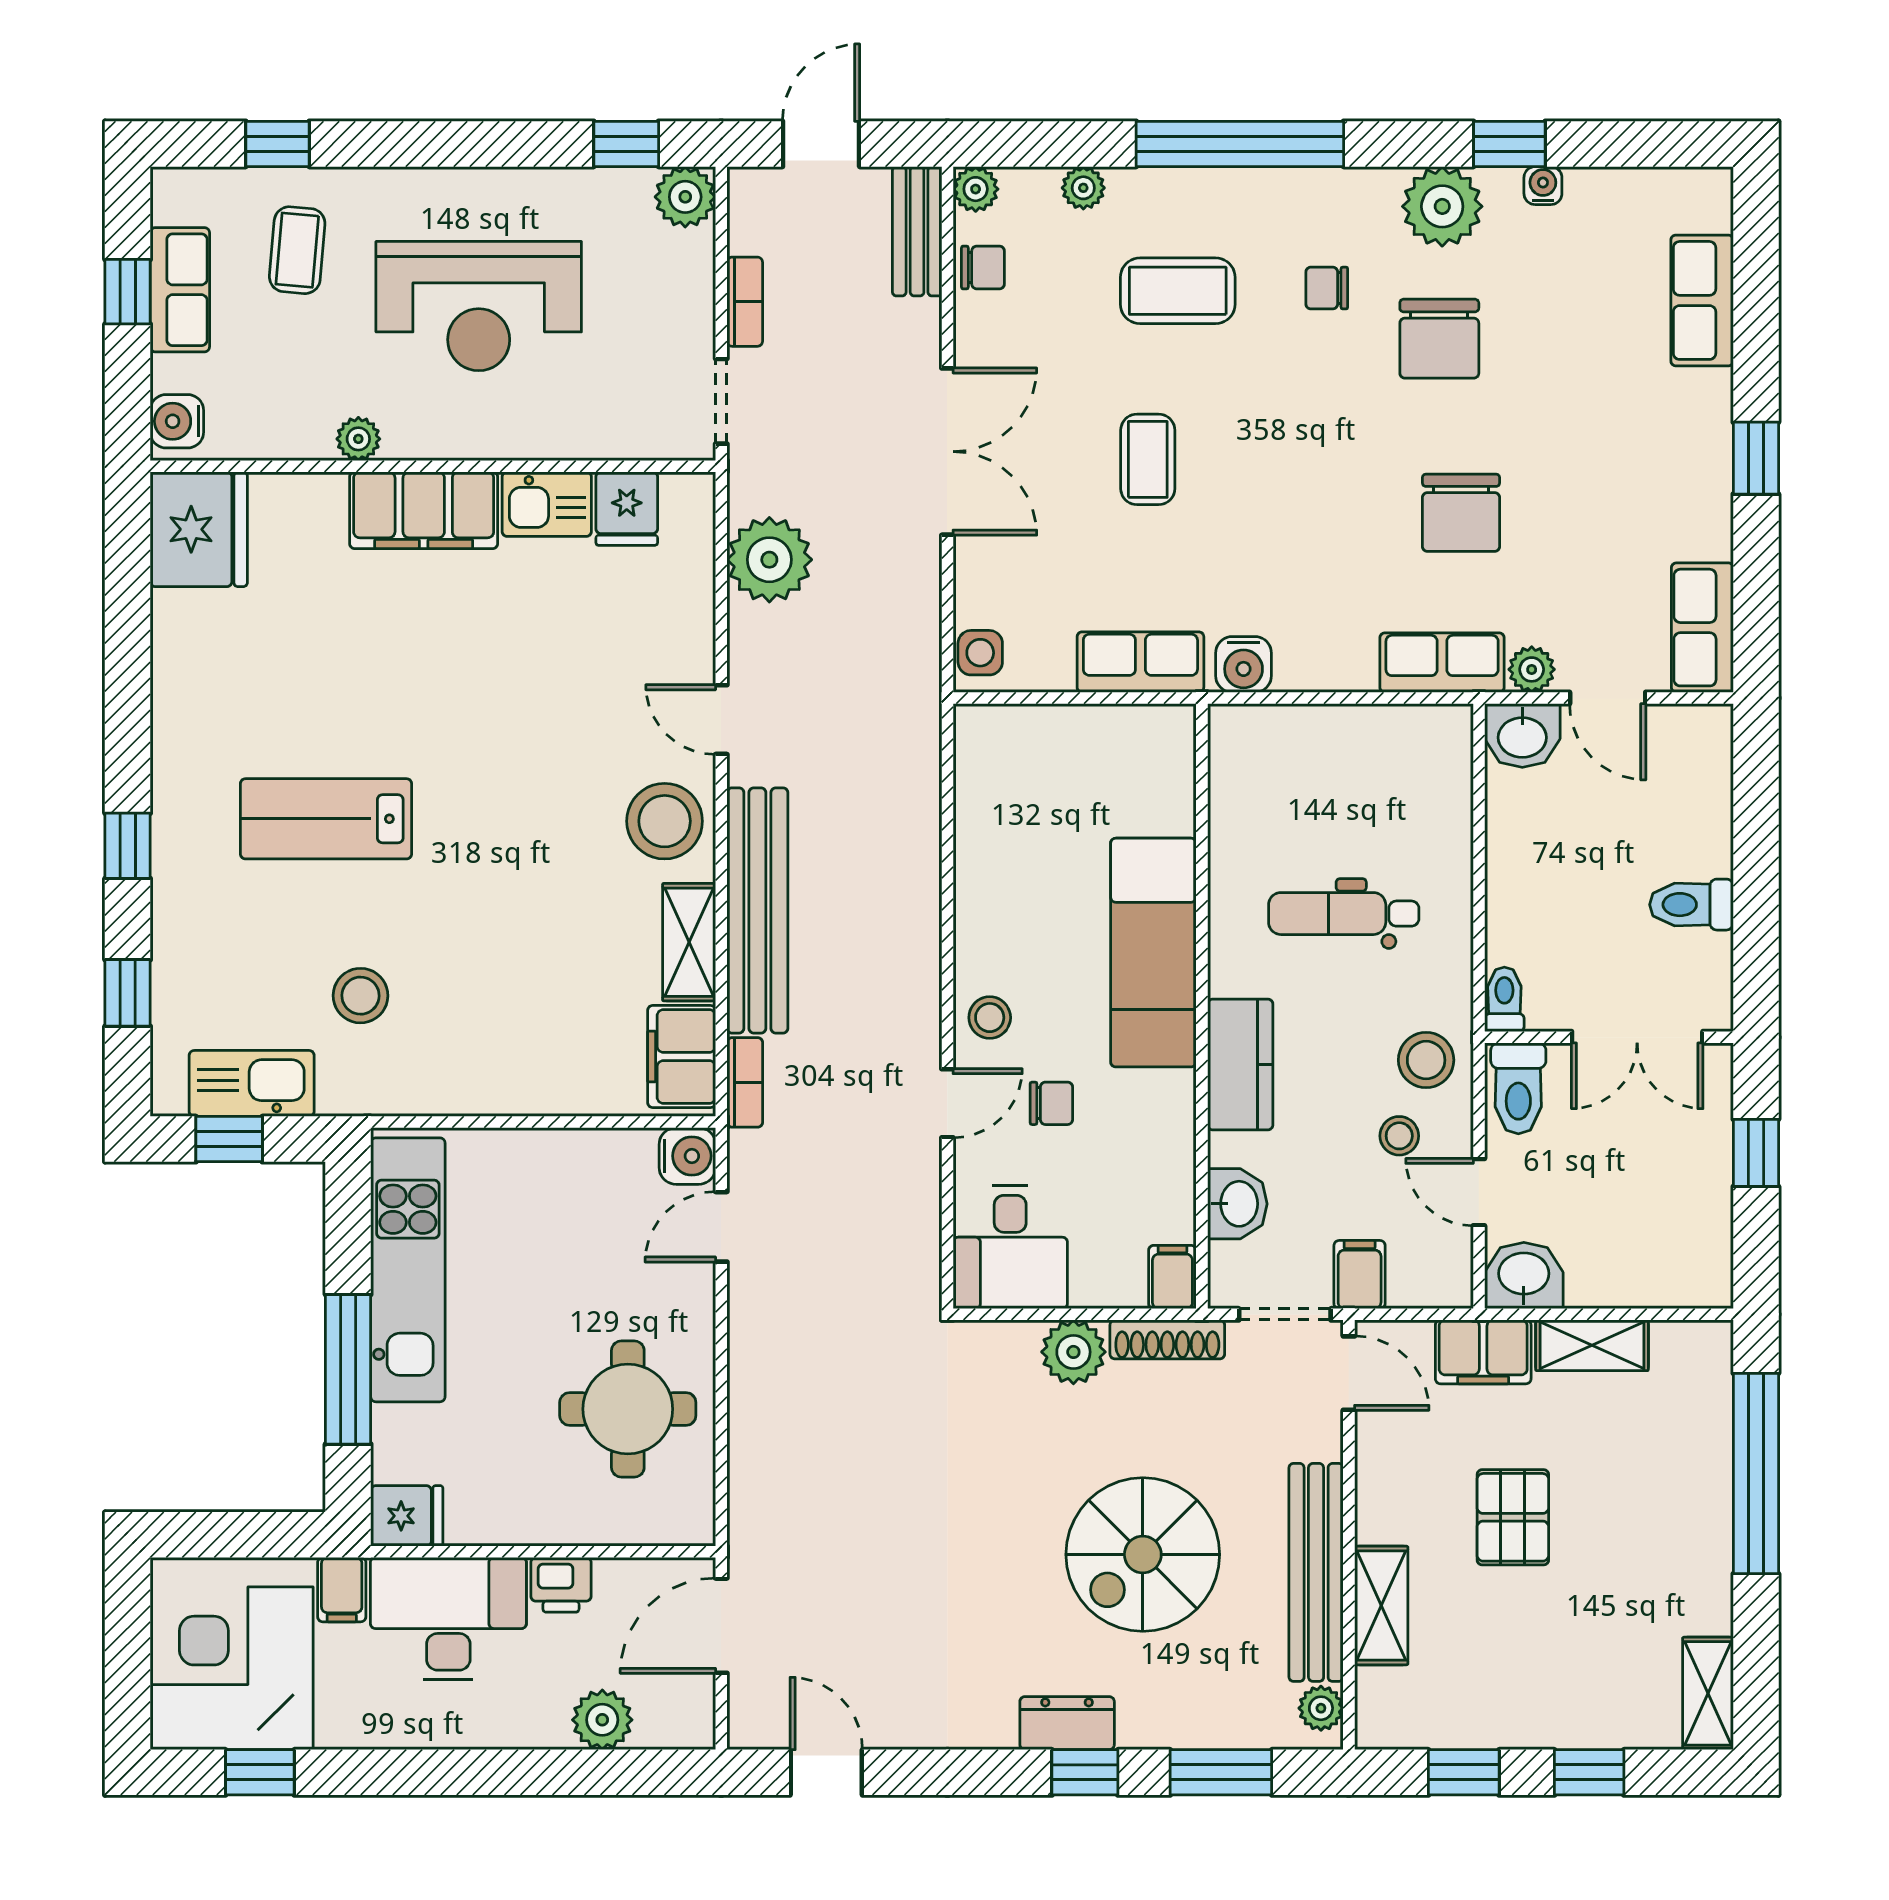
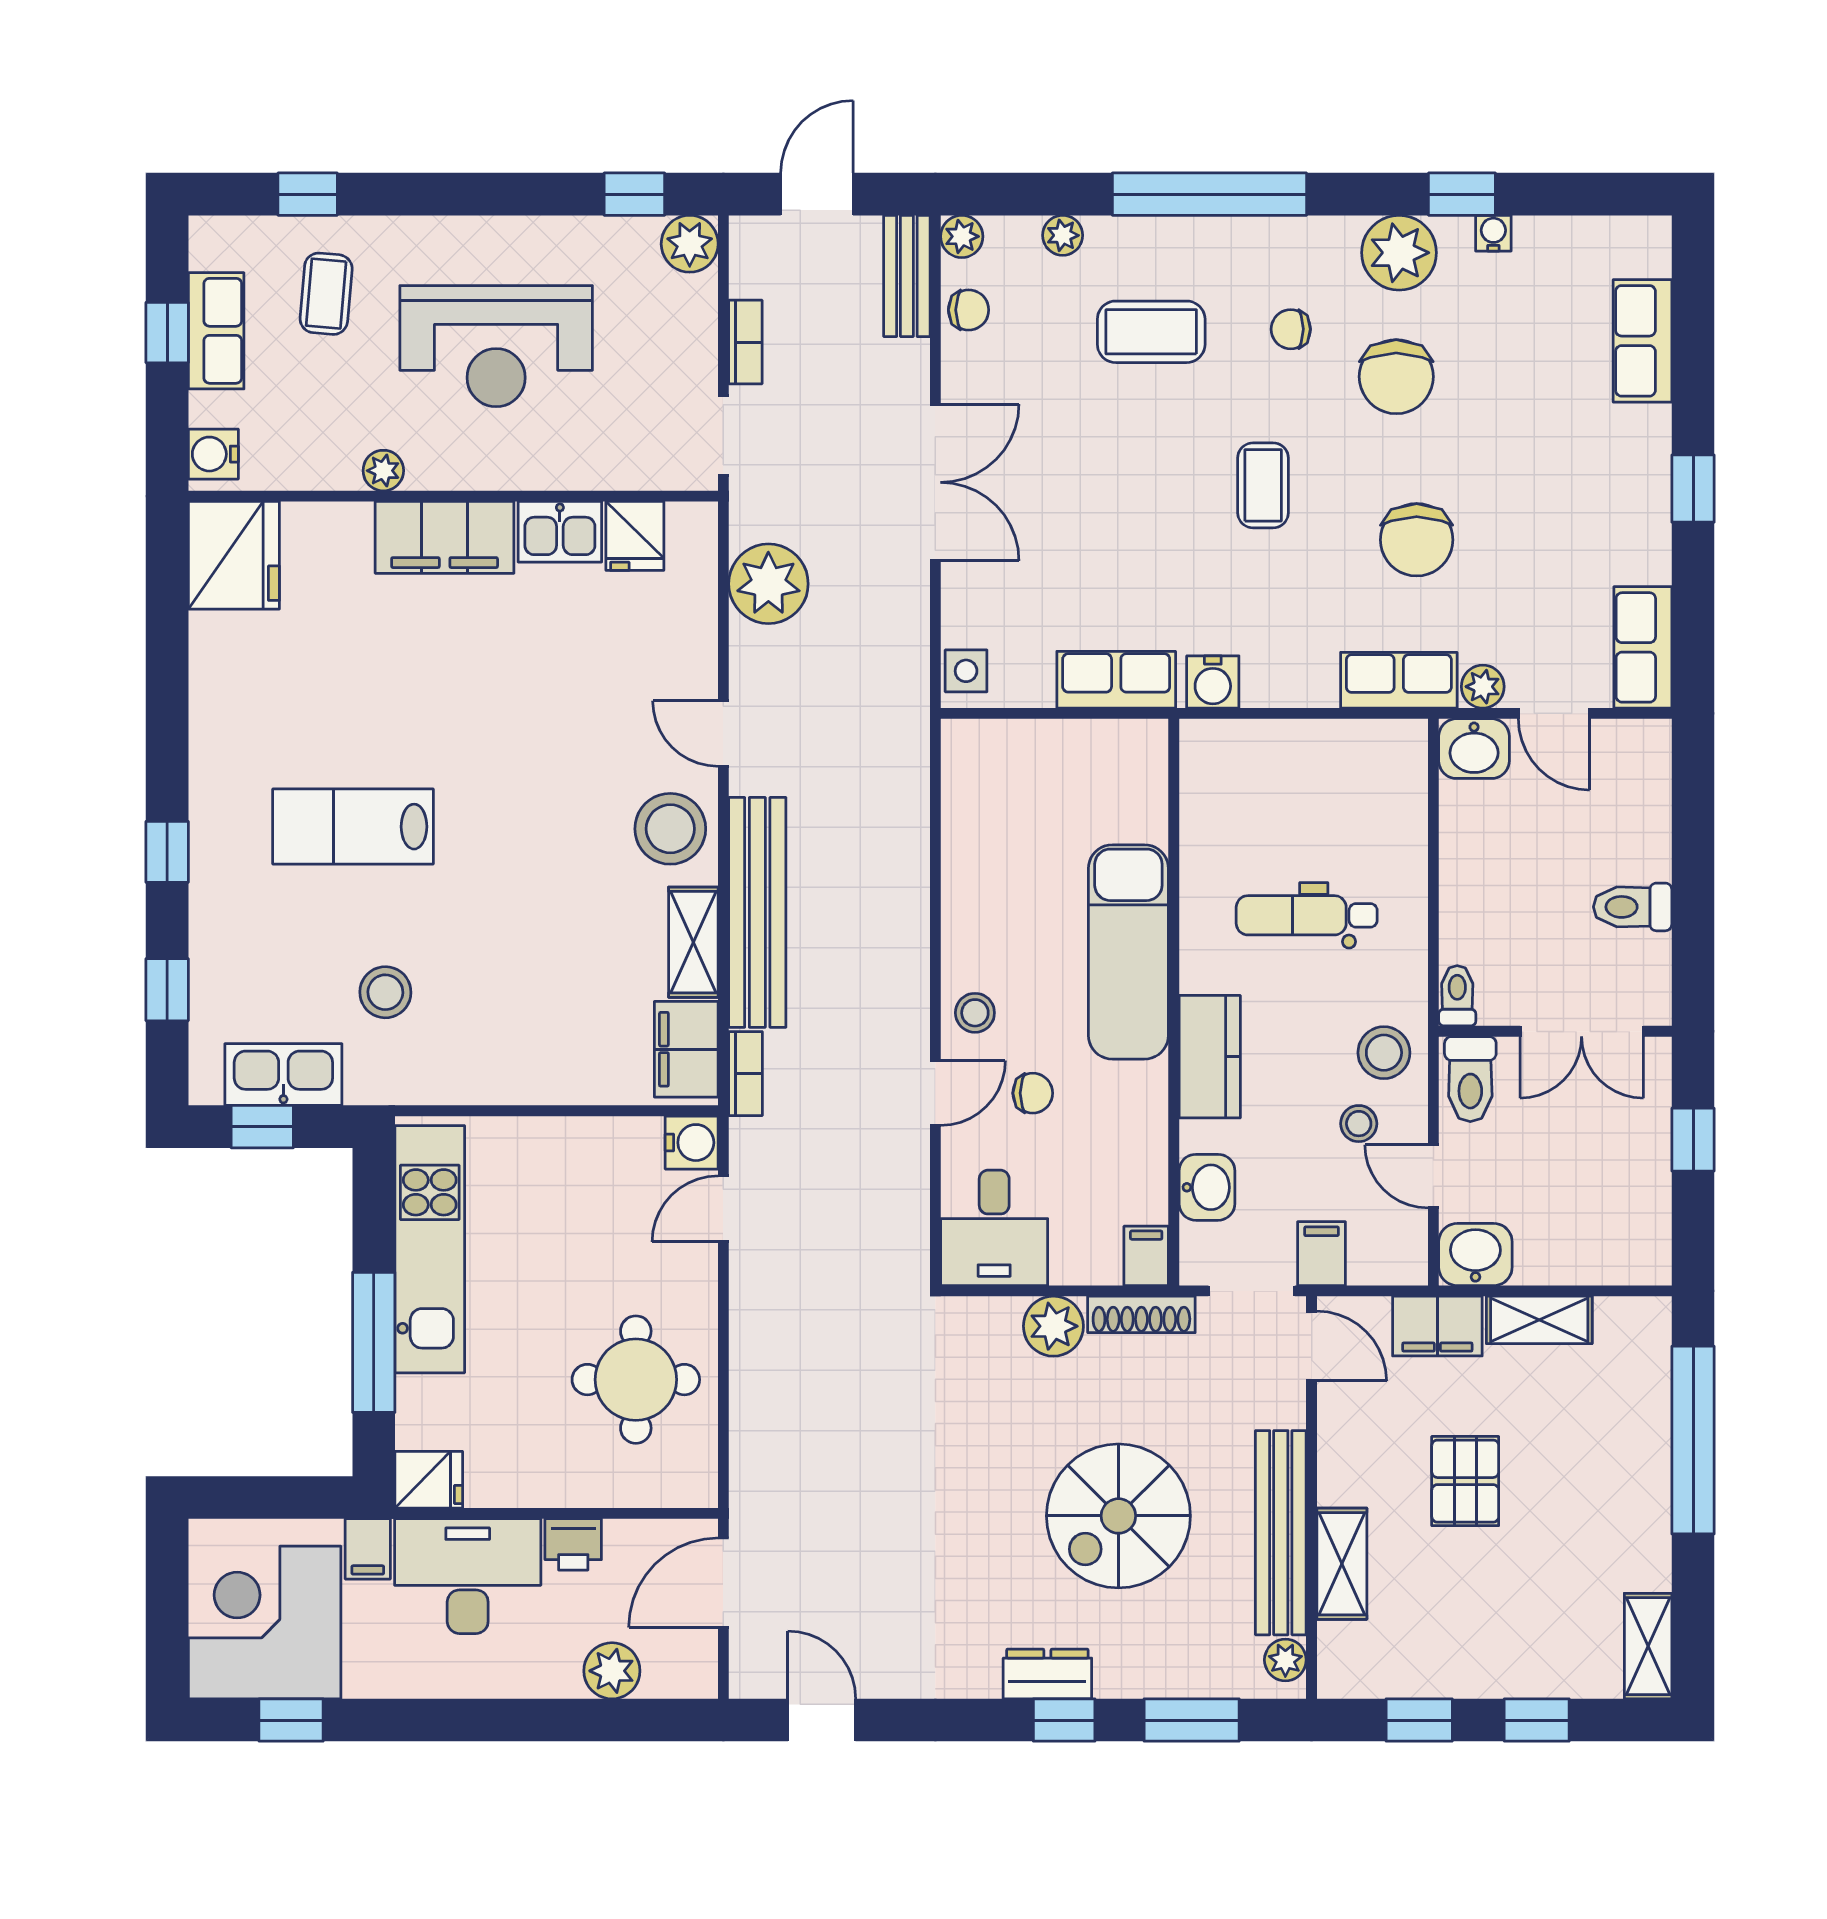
coffee table: (1148, 459) -> (1263, 485), moved

